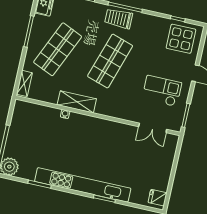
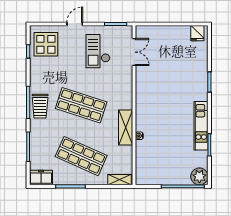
kitchen unit: (83, 185) -> (201, 126), width x0.54

